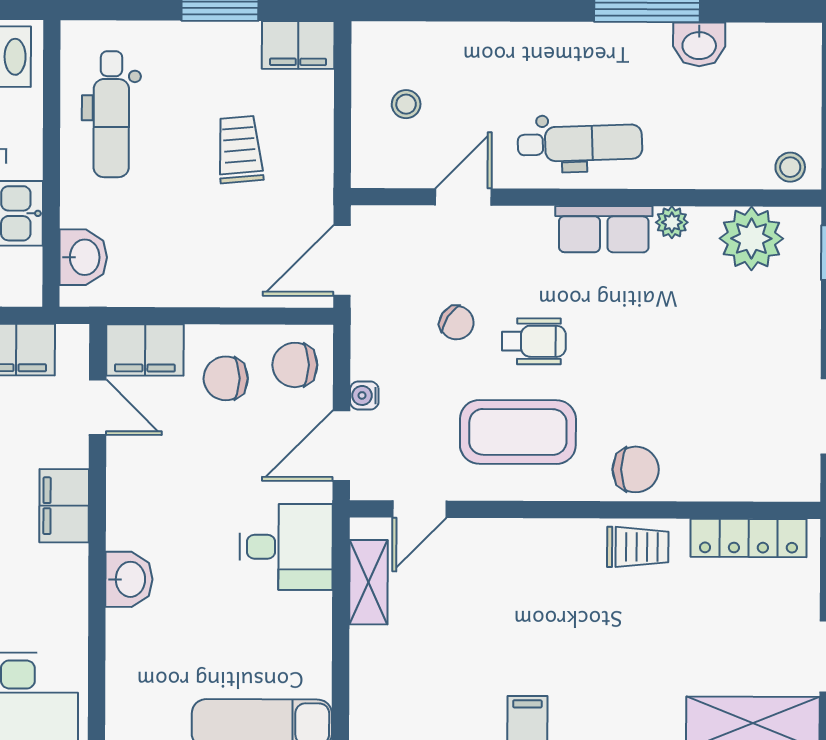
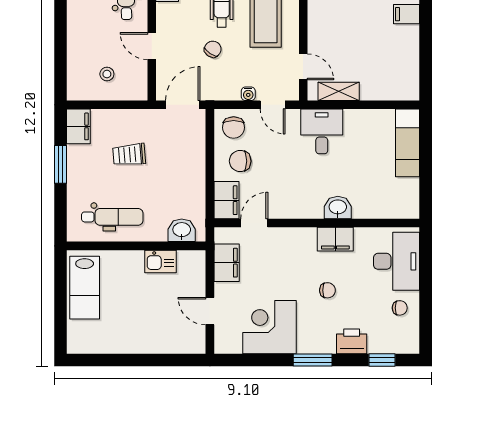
door: (342, 260) -> (183, 105), swing flipped
chair: (226, 378) -> (240, 161), turned 90
door: (341, 446) -> (273, 105), width x0.73
filing cabinet: (64, 506) -> (335, 239), moved

